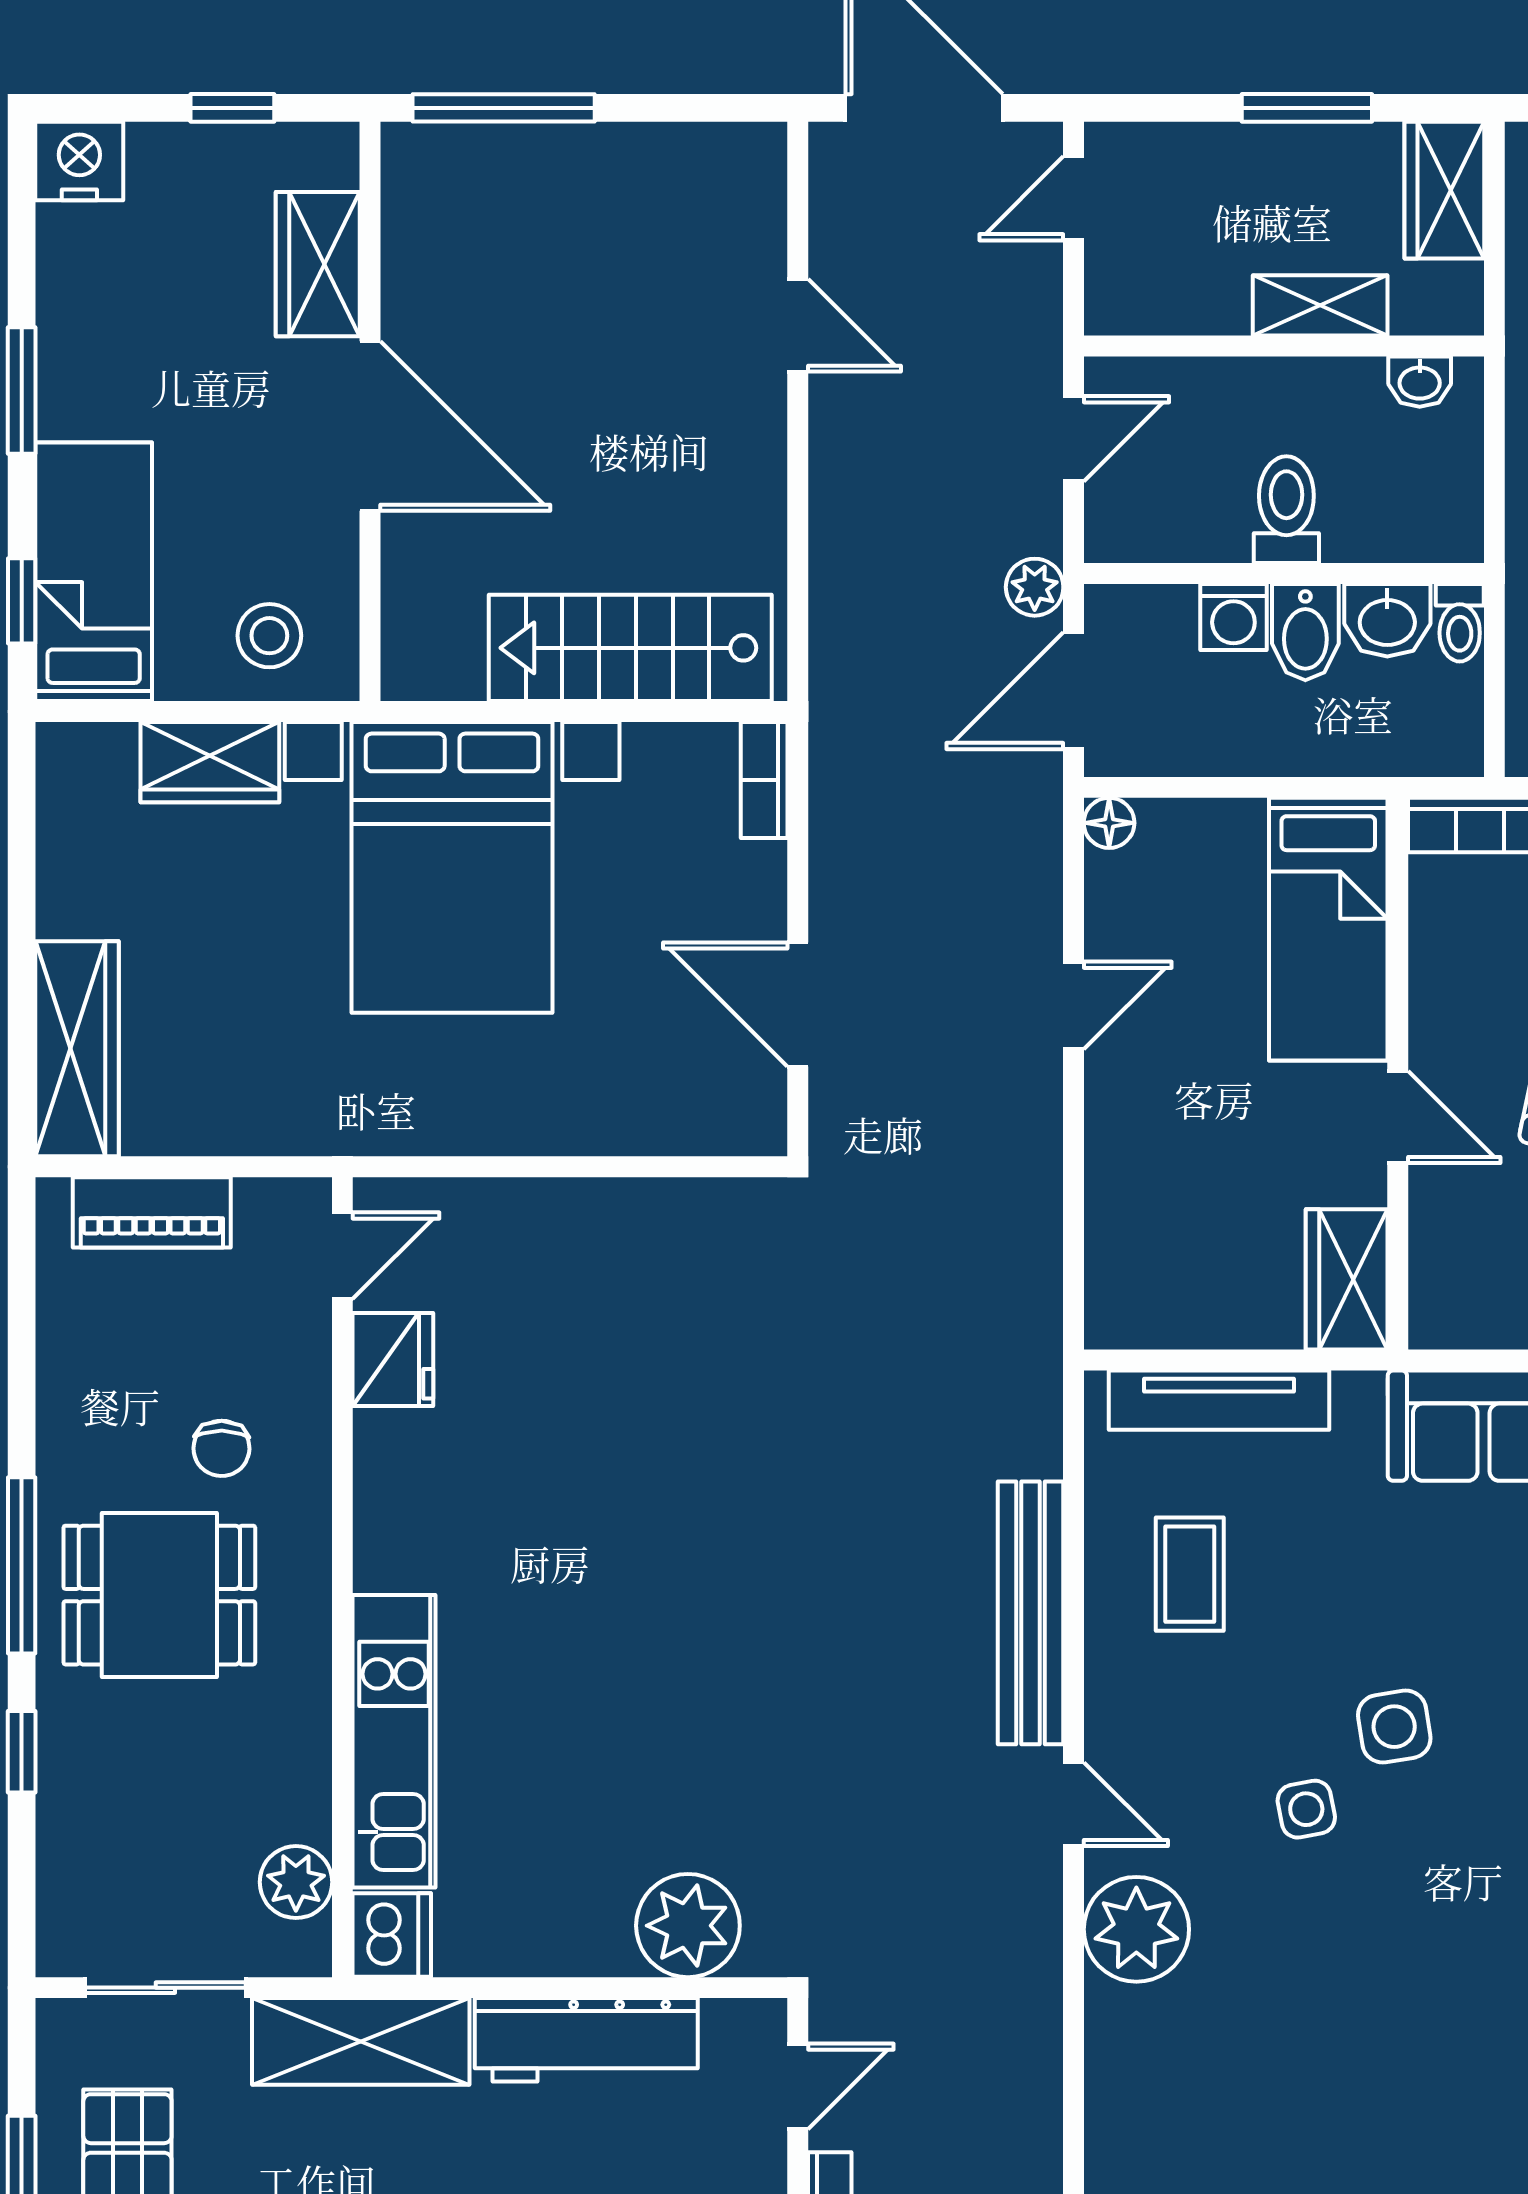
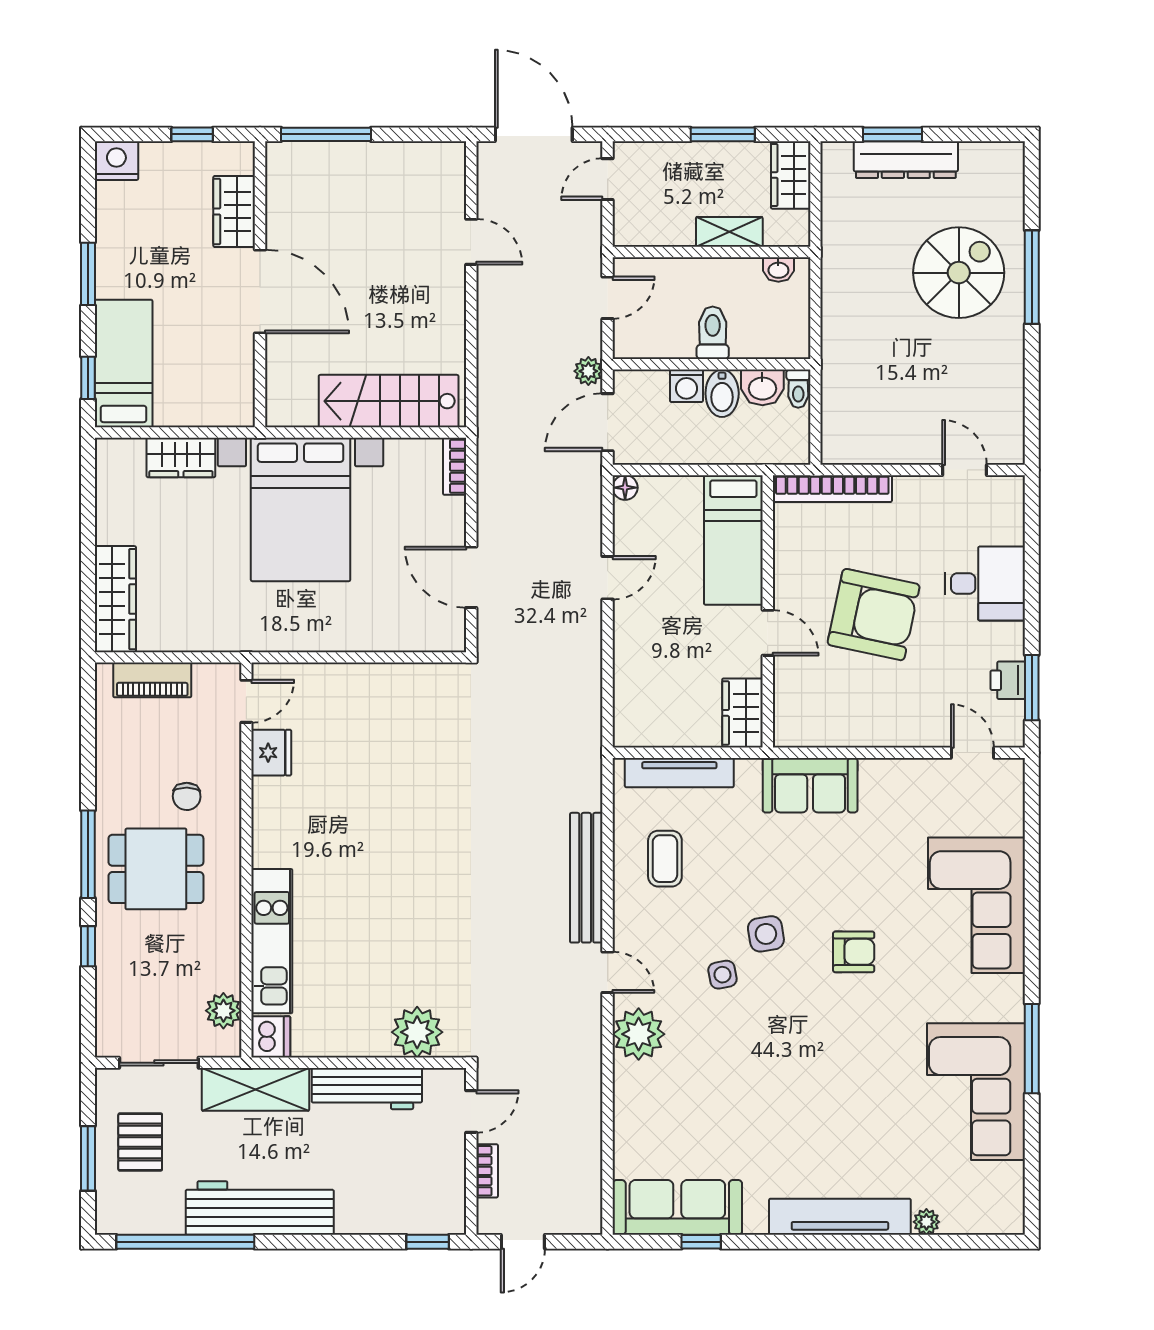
stool: (269, 636) -> (210, 395), removed

